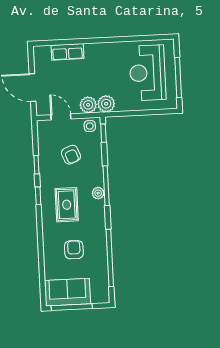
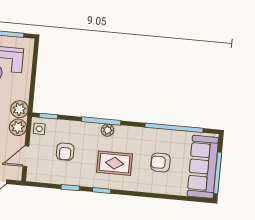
armchair: (71, 155) -> (65, 152), turned 112
sofa: (68, 292) -> (203, 167), width x1.36

